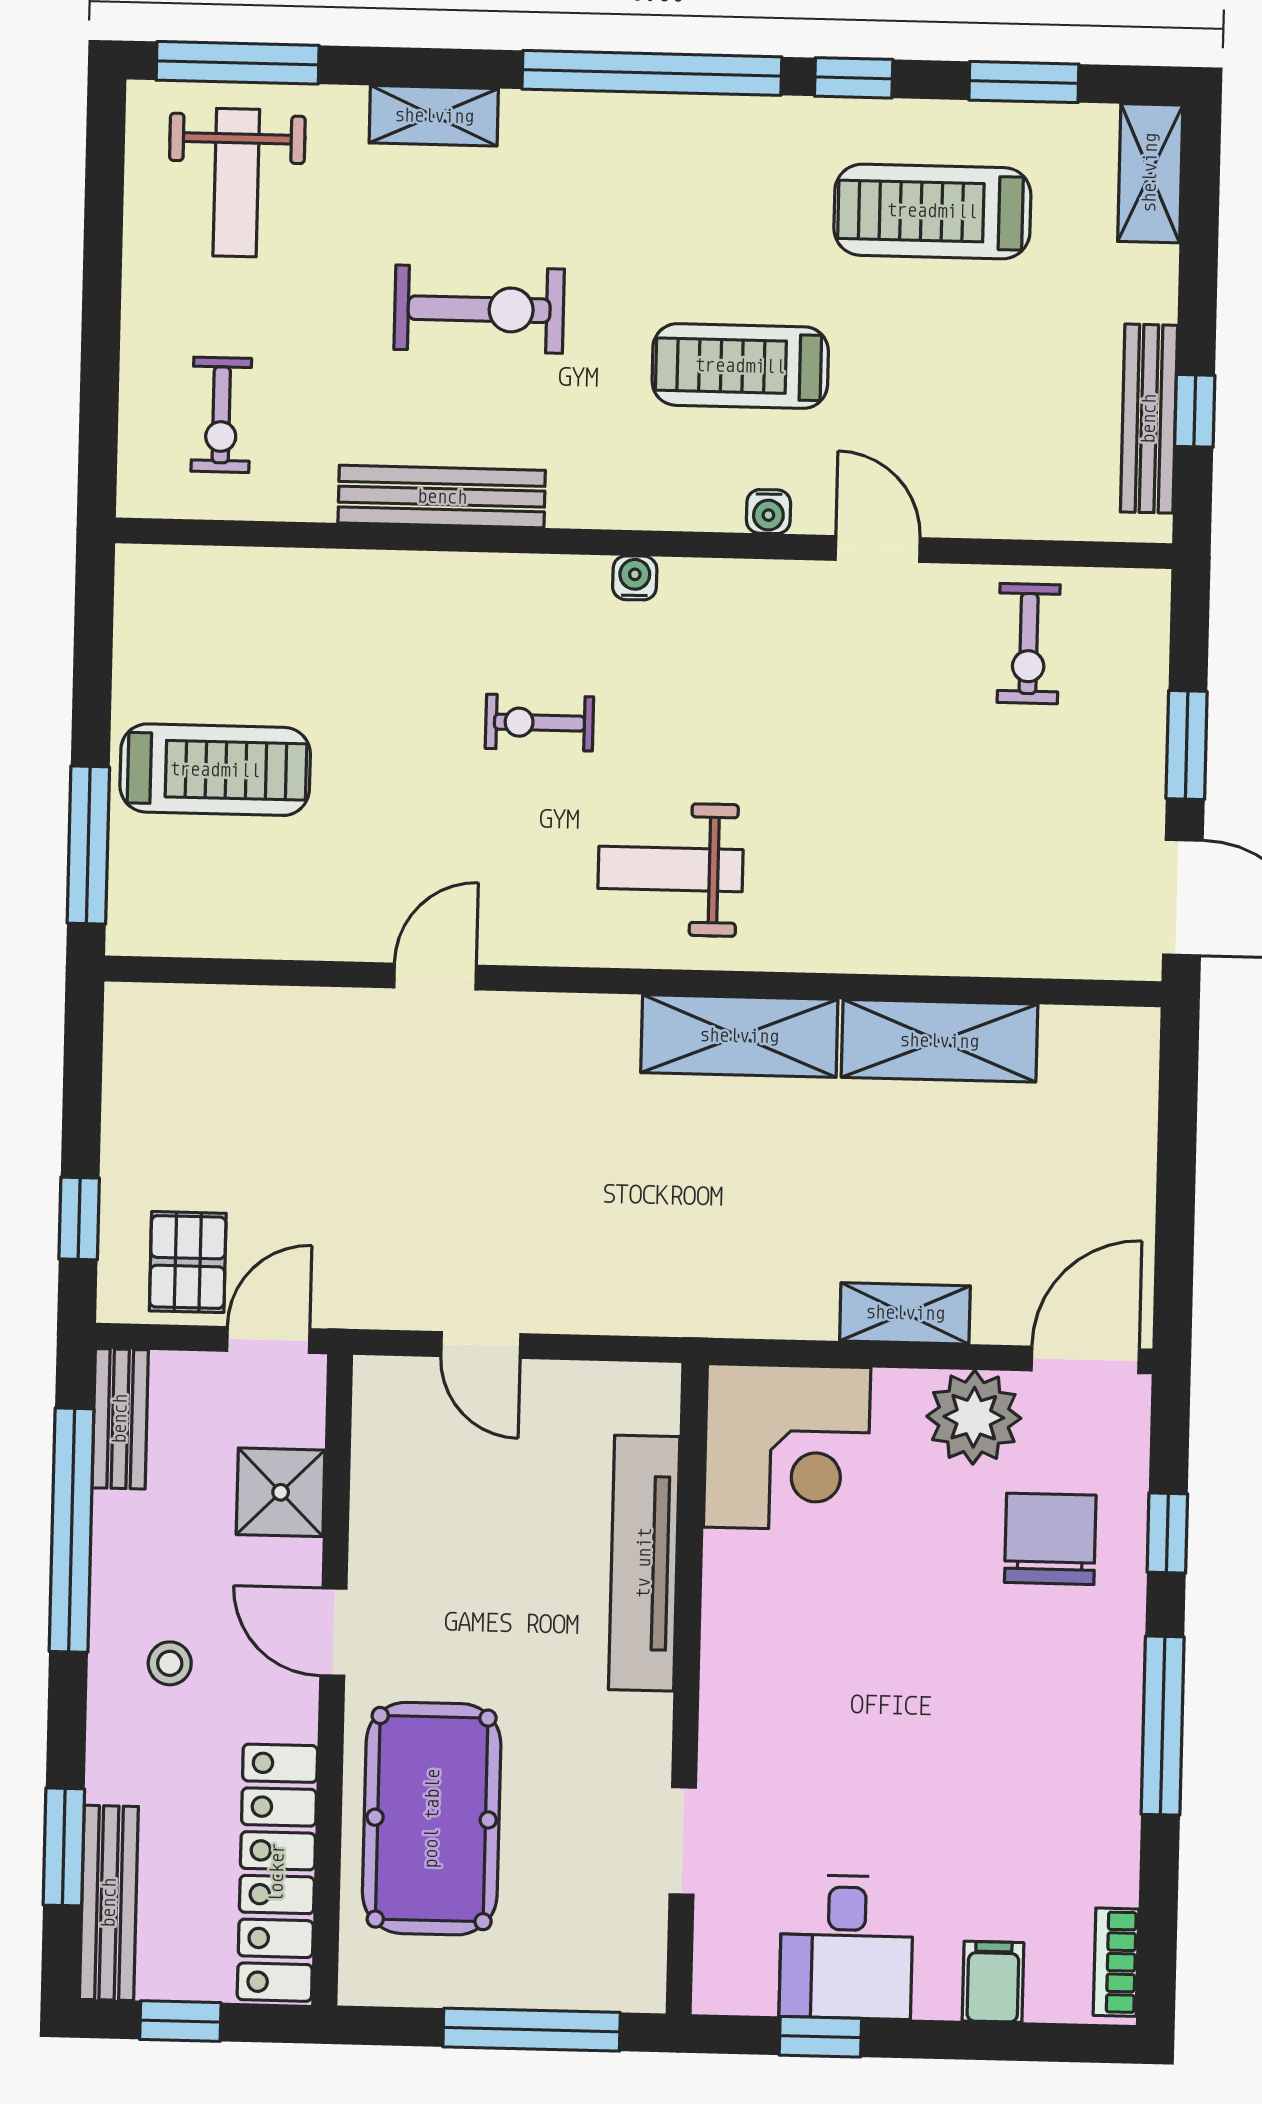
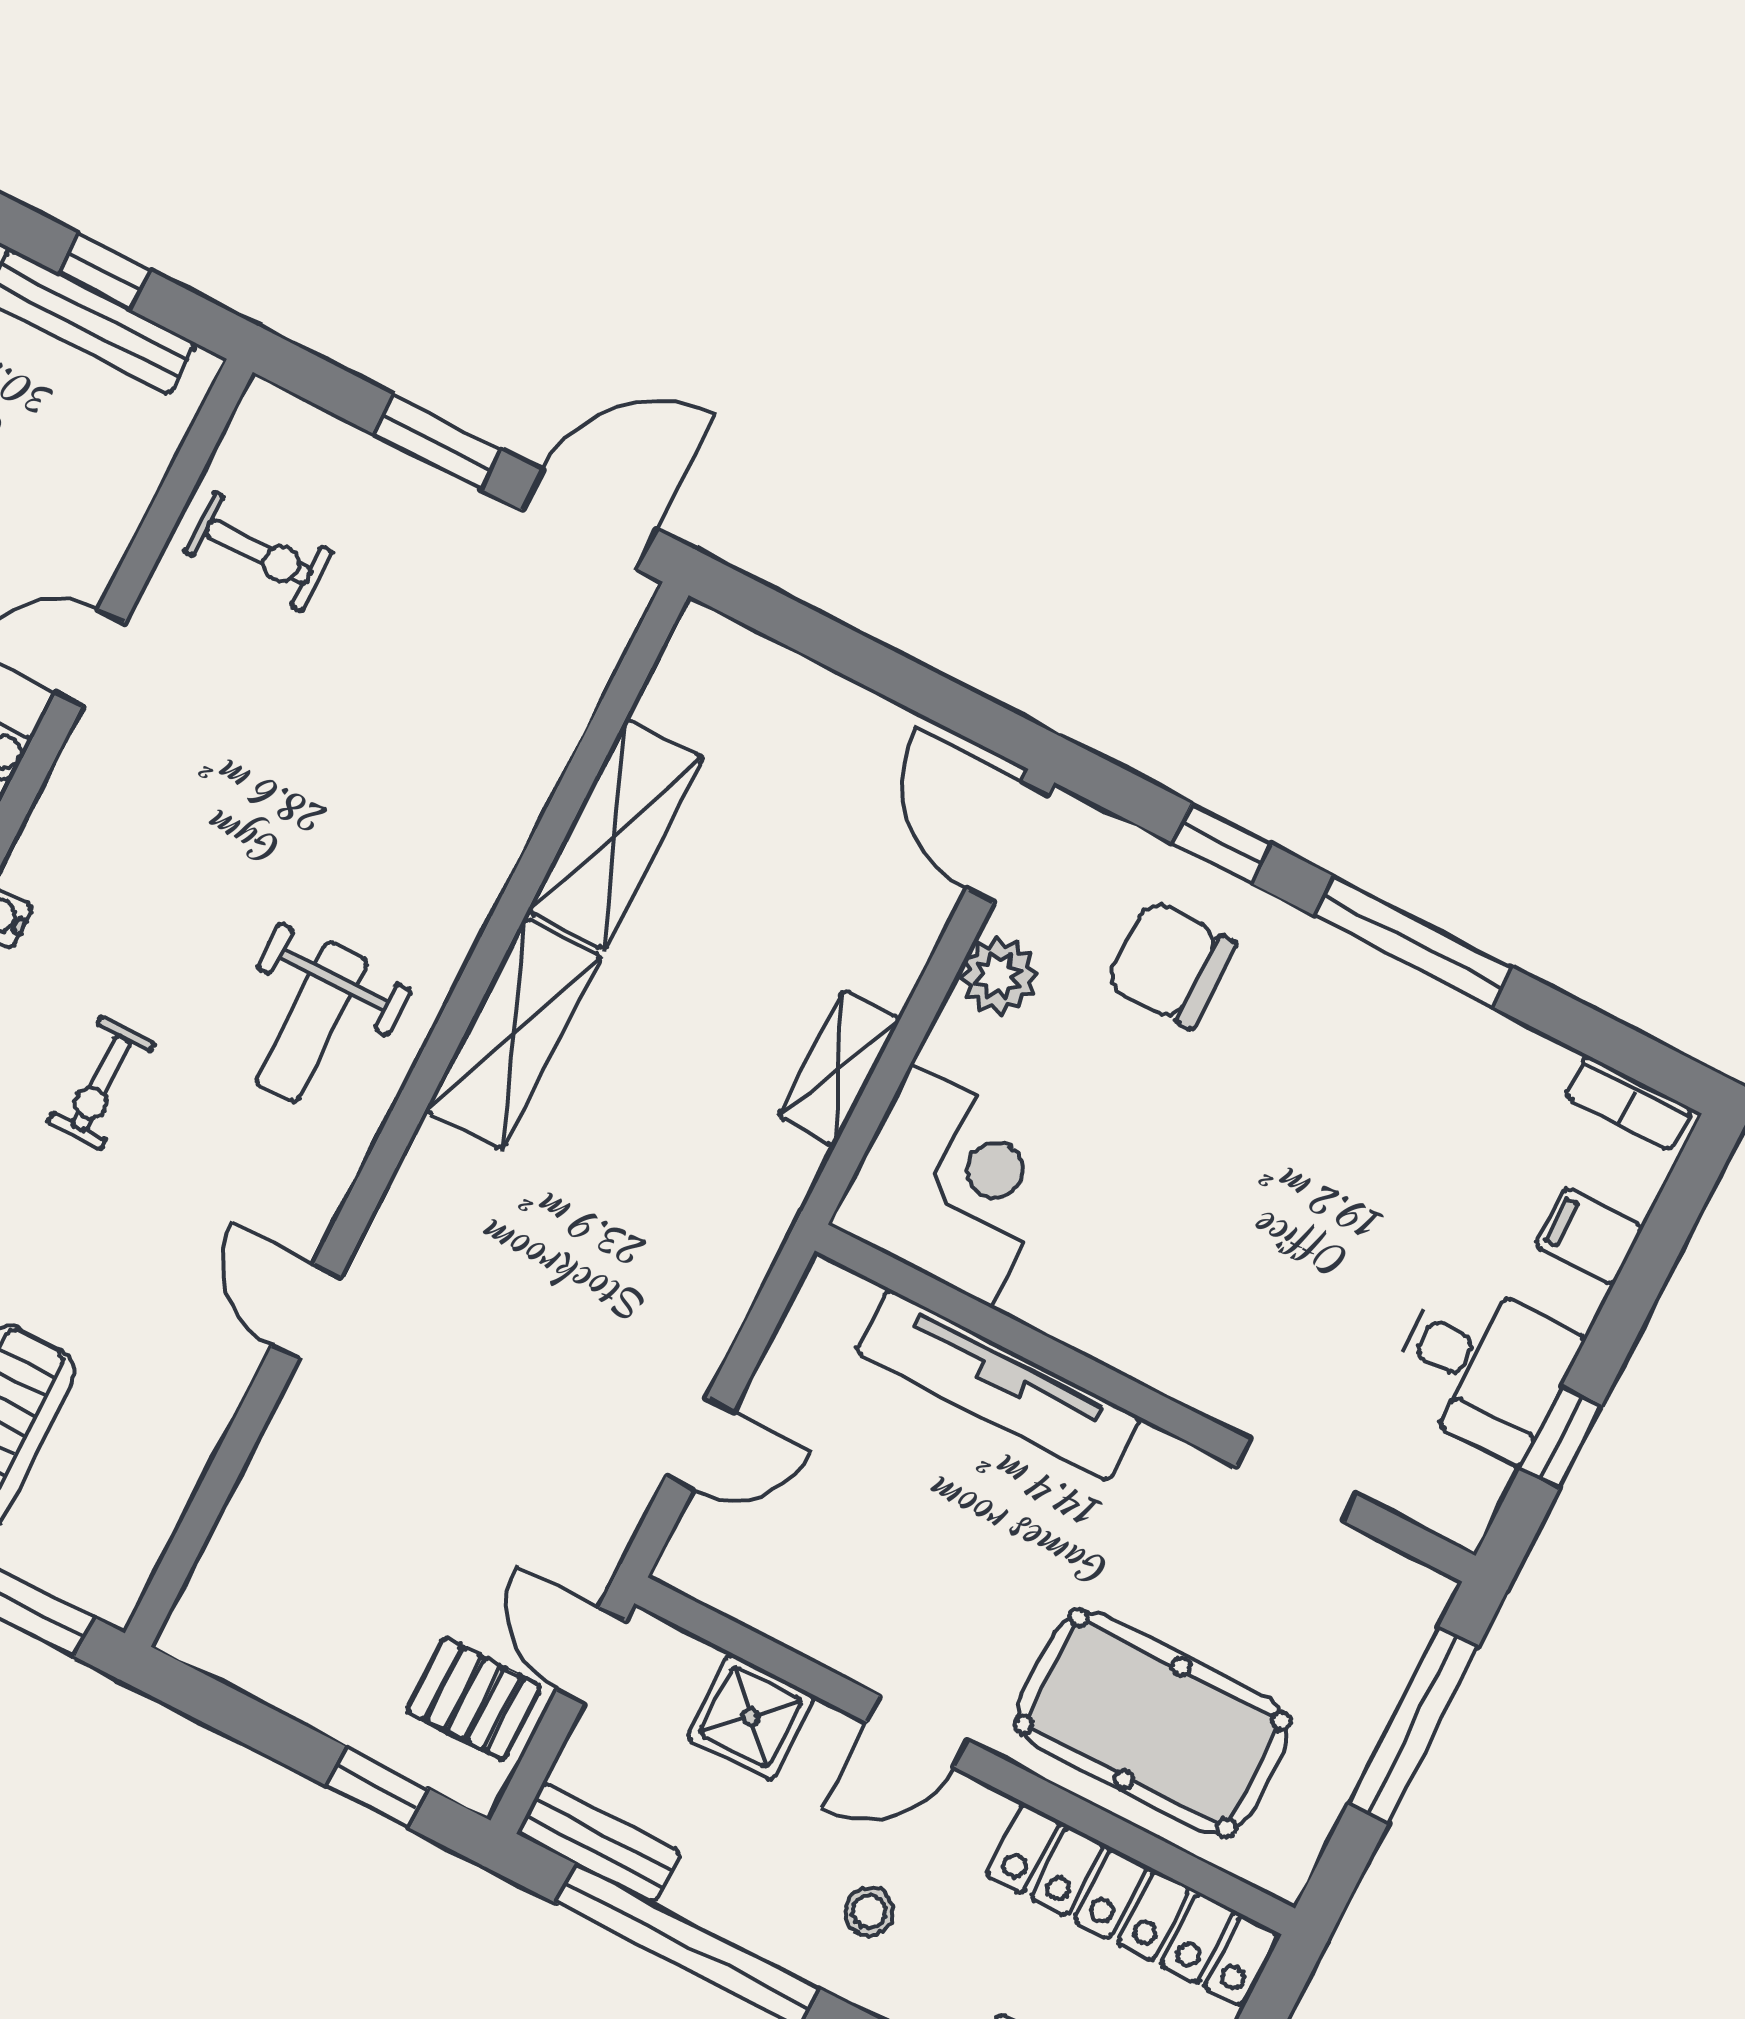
shelving: (905, 1313) -> (839, 1068), moved
plant: (974, 1417) -> (999, 976), width x0.73, depth x0.73

